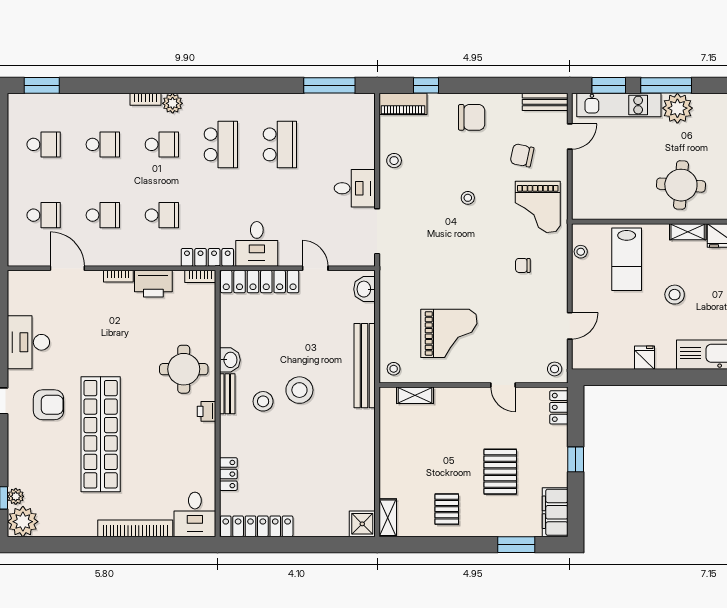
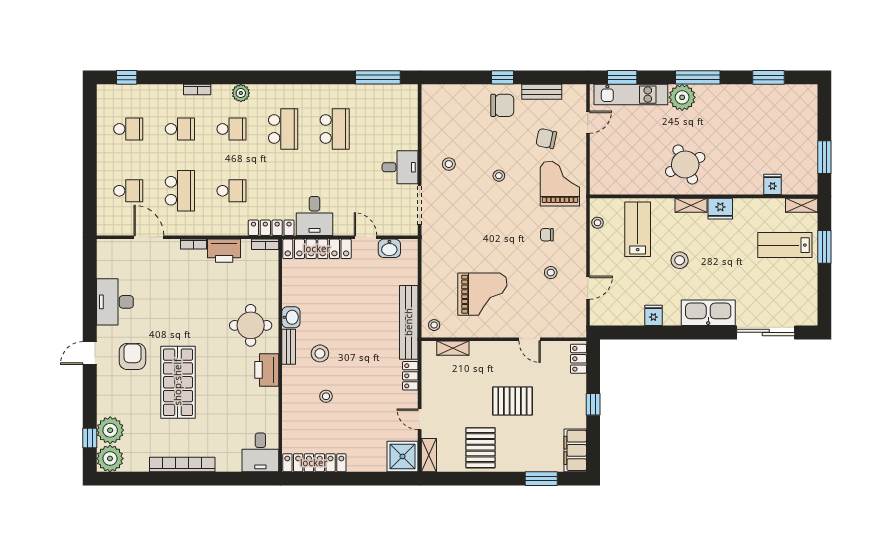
window: (42, 85) -> (127, 77), width x0.67
window: (426, 85) -> (502, 77), moved
window: (666, 85) -> (698, 77), moved
bookcase: (146, 99) -> (197, 90), moved
bench: (545, 102) -> (542, 92), moved
piano: (403, 104) -> (442, 94), removed
stool: (394, 161) -> (449, 164), moved
round table: (681, 185) -> (685, 164), turned -30
grand piano: (538, 207) -> (560, 184), turned 180
school desk: (103, 215) -> (180, 191), width x1.85
lab bench: (627, 259) -> (638, 229), turned 180
washbasin: (364, 289) -> (389, 248), moved, turned -90
stool: (555, 369) -> (551, 273), moved
stool: (299, 390) -> (326, 396), moved, width x0.53, depth x0.53
armchair: (48, 405) -> (132, 356), turned -90
printer: (207, 411) -> (267, 370), width x1.87, depth x1.48
shop shelf: (101, 434) -> (178, 382), width x0.71
pallet: (500, 472) -> (512, 401), moved, turned 90
locker: (228, 474) -> (410, 376), moved, turned 180
door: (377, 477) -> (420, 419), added
plant: (16, 496) -> (110, 430), width x1.87, depth x1.87
pallet: (447, 509) -> (480, 448), width x1.50, depth x1.42
shower: (362, 524) -> (403, 456), width x1.36, depth x1.36
bookcase: (135, 528) -> (182, 464), moved

